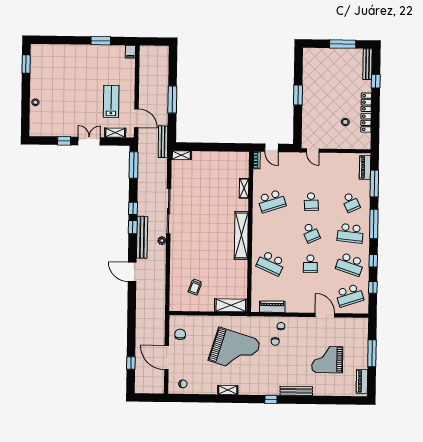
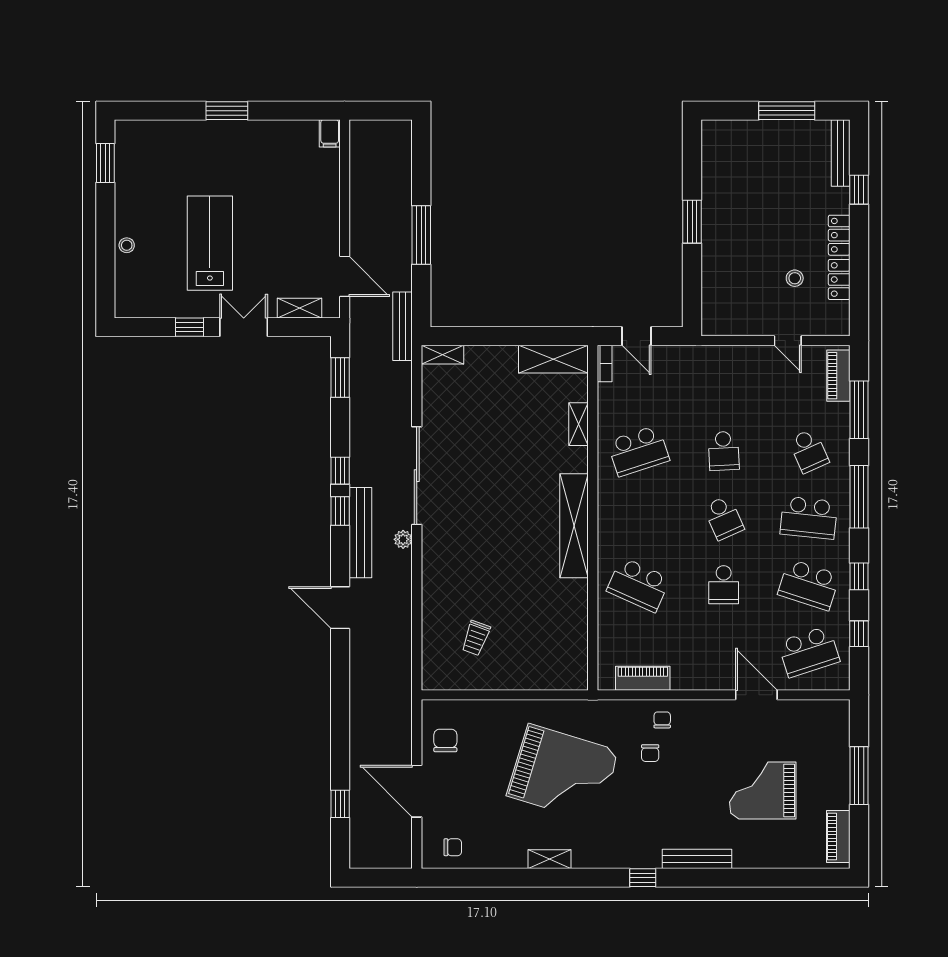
window: (101, 41) -> (227, 111), moved
lab bench: (111, 101) -> (210, 243), moved, width x1.36, depth x1.39
door: (313, 151) -> (788, 341), moved
window: (134, 165) -> (340, 377), width x0.69
shelving: (231, 305) -> (553, 359), moved

